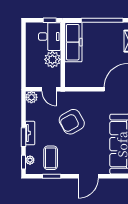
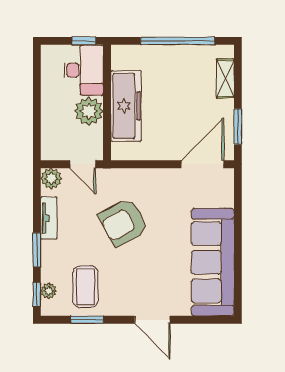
freezer: (73, 42) -> (126, 106), moved
tv unit: (30, 133) -> (49, 218), moved
door: (88, 176) -> (152, 320), hinge flipped

